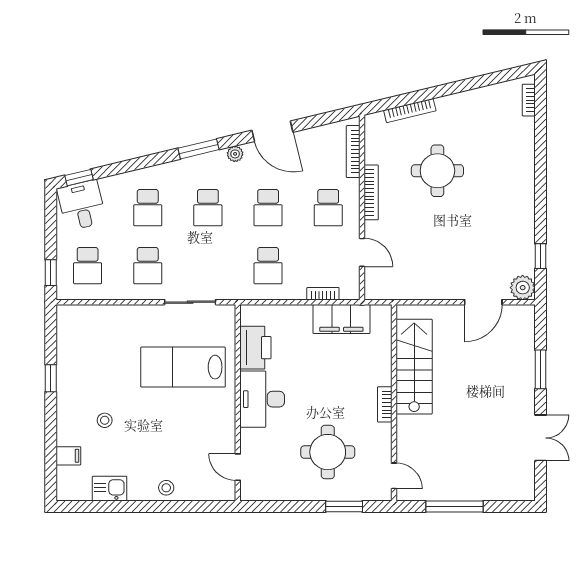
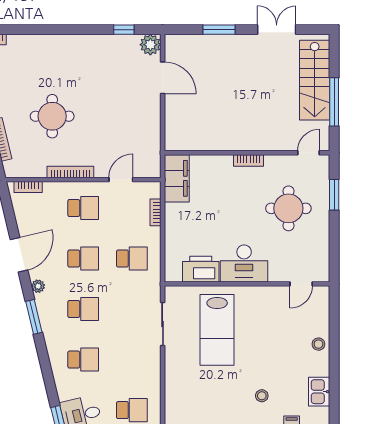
bookcase: (353, 152) -> (28, 187), width x0.64
school desk: (148, 266) -> (132, 360), removed
filing cabinet: (341, 319) -> (177, 178), moved
stairs: (414, 367) -> (315, 80), moved, turned -90

